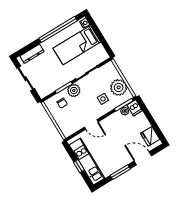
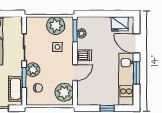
cot: (51, 86) -> (15, 89), added
dishwasher: (135, 108) -> (84, 55), moved
plant: (71, 125) -> (64, 92), added
door: (143, 158) -> (136, 43), hinge flipped
kitchen unit: (87, 162) -> (126, 79), moved, turned -90

